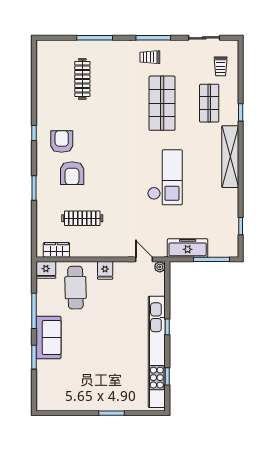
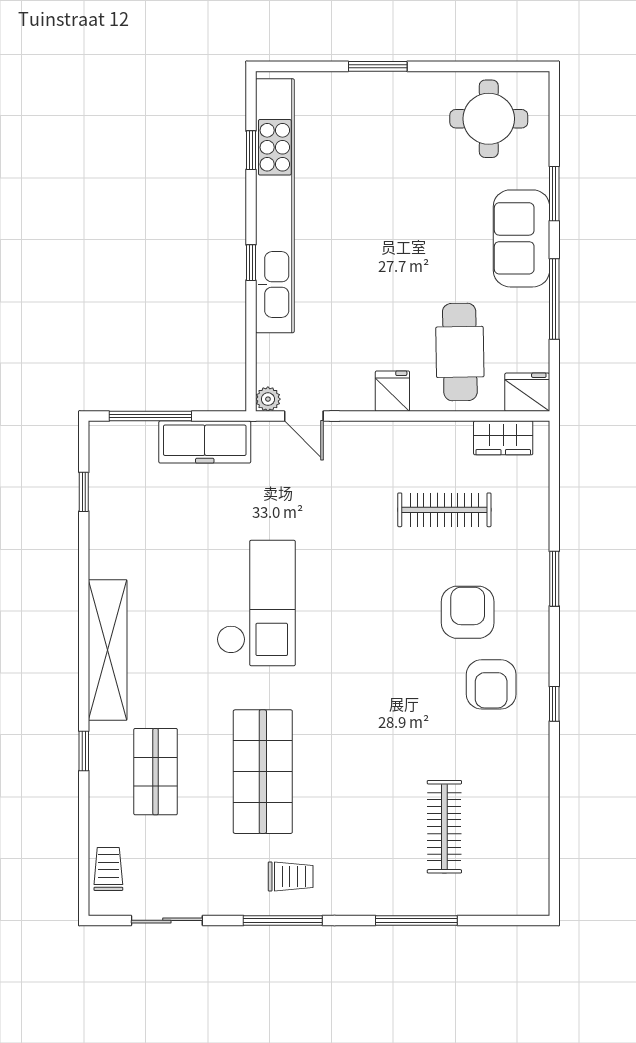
trolley: (221, 66) -> (108, 869), moved
checkout: (165, 177) -> (256, 603), turned 180
round table: (63, 390) -> (489, 119), added

